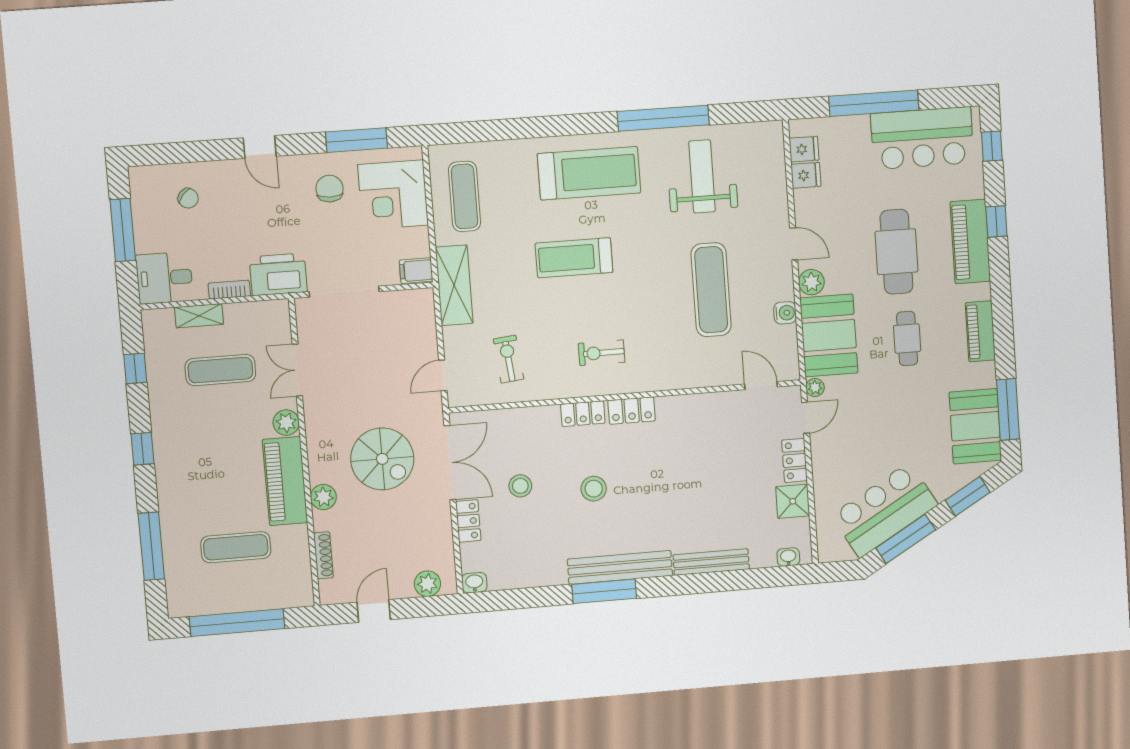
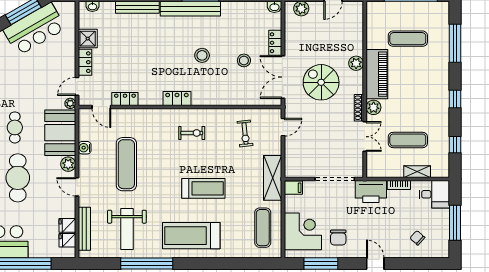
bench: (776, 172) -> (84, 229), added
locker: (583, 414) -> (125, 99), moved
shoe rack: (323, 555) -> (359, 108), moved

